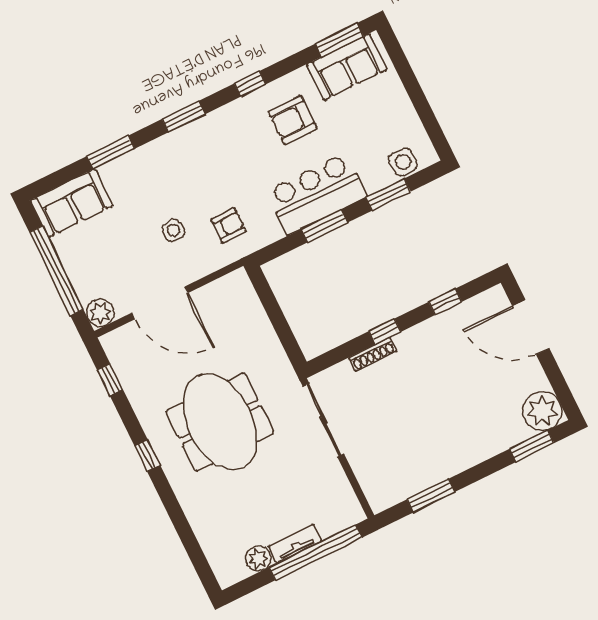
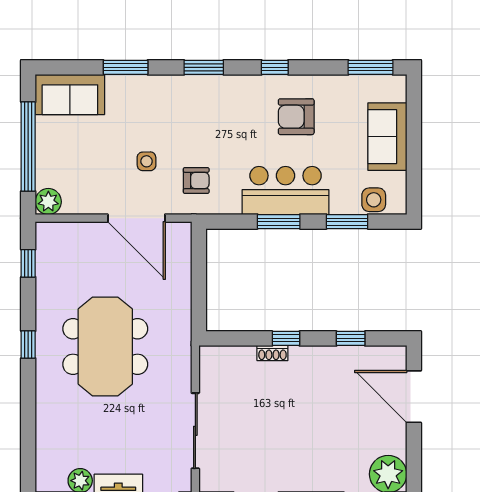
sofa: (347, 67) -> (387, 137), moved, turned 90
door: (160, 303) -> (136, 218), moved
shoe rack: (373, 354) -> (272, 353), width x0.70
sliding door: (324, 420) -> (195, 431), moved

